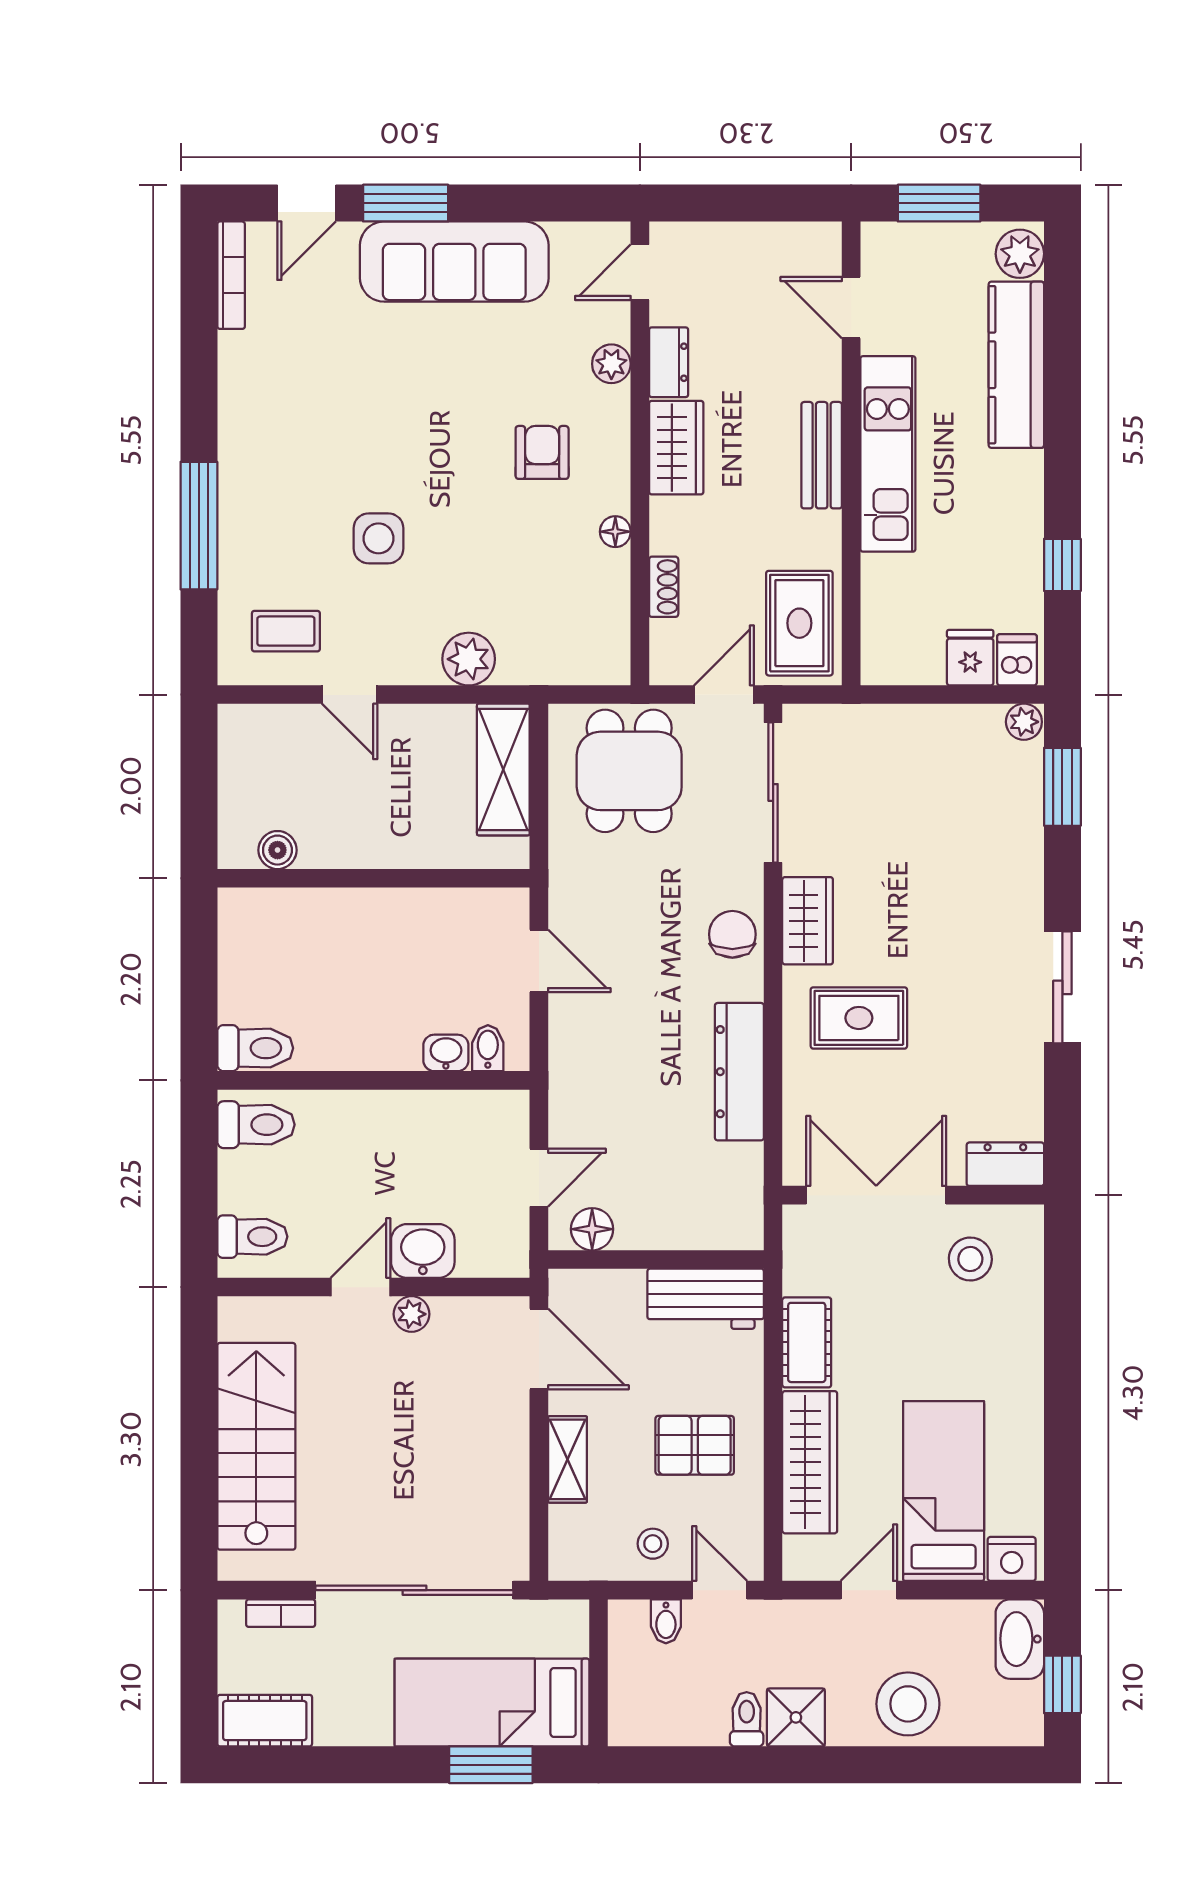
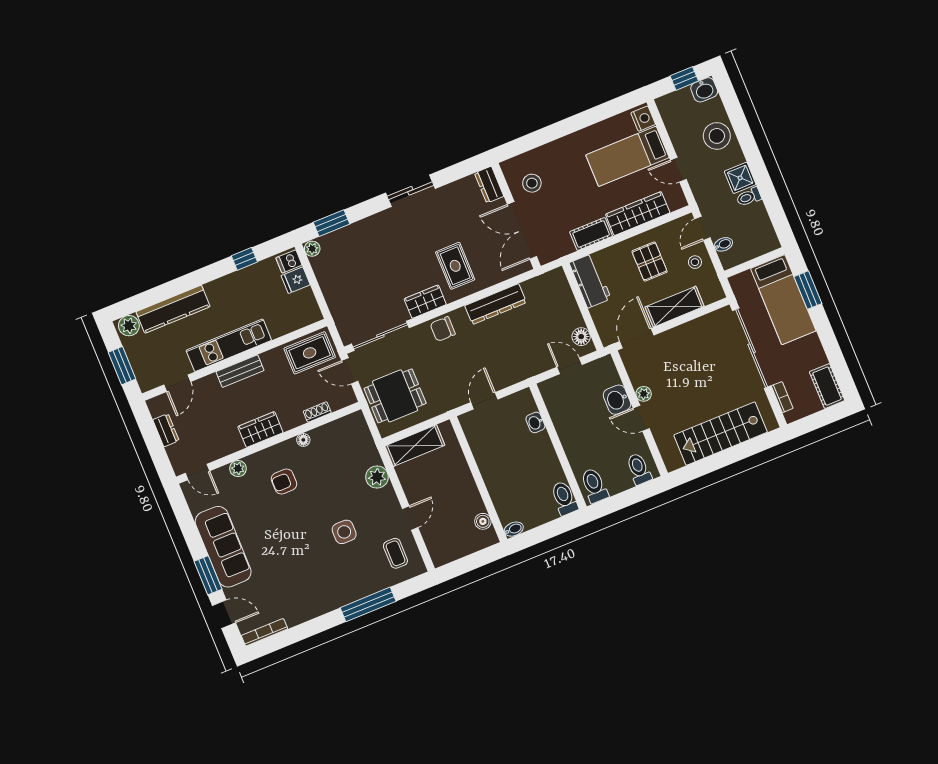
dresser: (669, 362) -> (166, 430), moved, turned 90
bidet: (488, 1048) -> (514, 529), moved, turned 180
shelving: (567, 1459) -> (675, 307), width x1.50, depth x1.33
washbasin: (1020, 1639) -> (704, 90), moved, width x0.72

